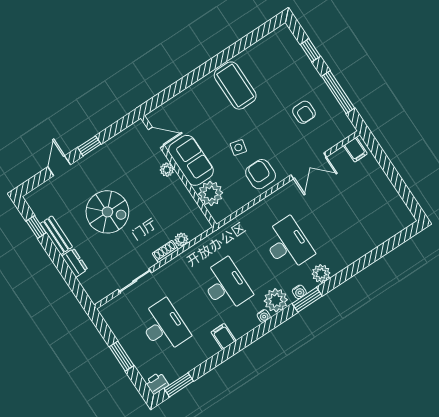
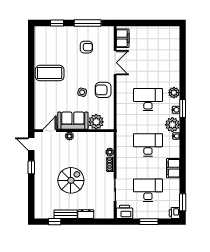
filing cabinet: (355, 150) -> (123, 38), width x2.00
door: (59, 166) -> (31, 144), moved
printer: (113, 314) -> (124, 212), added
filing cabinet: (223, 336) -> (173, 168), width x2.00

